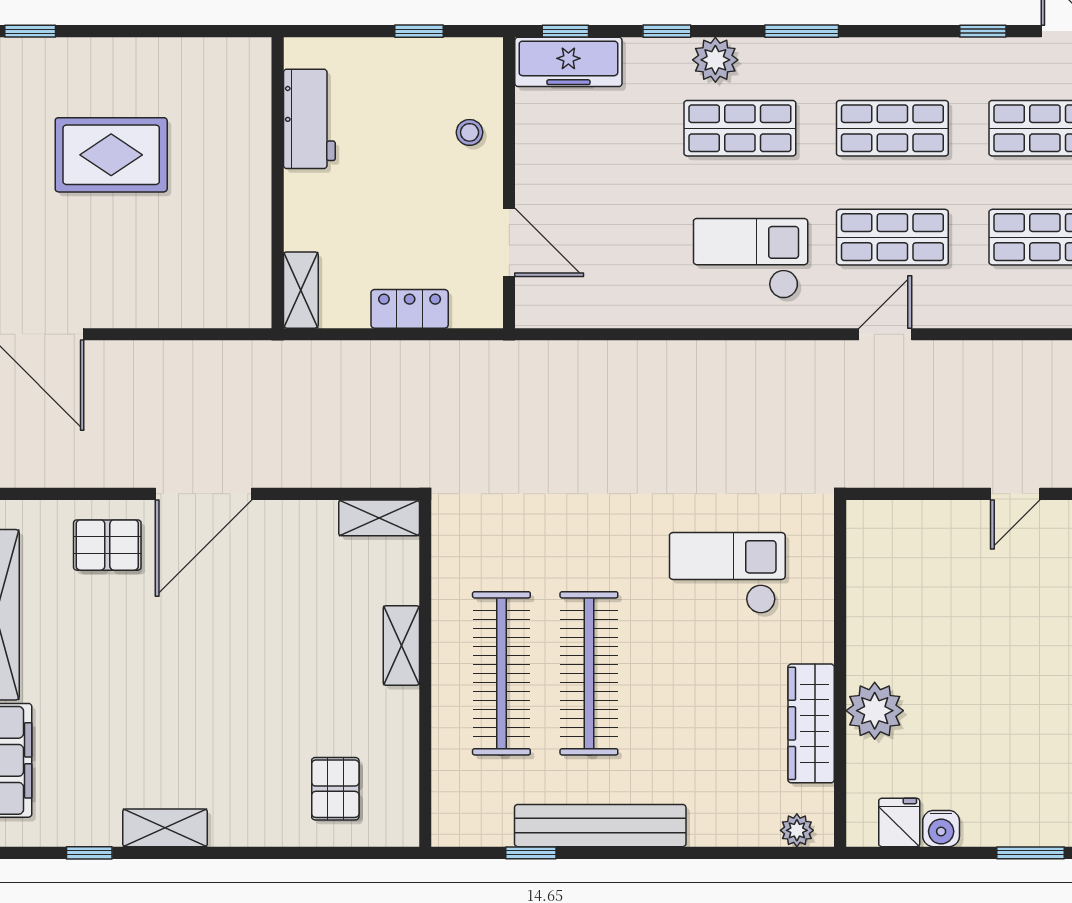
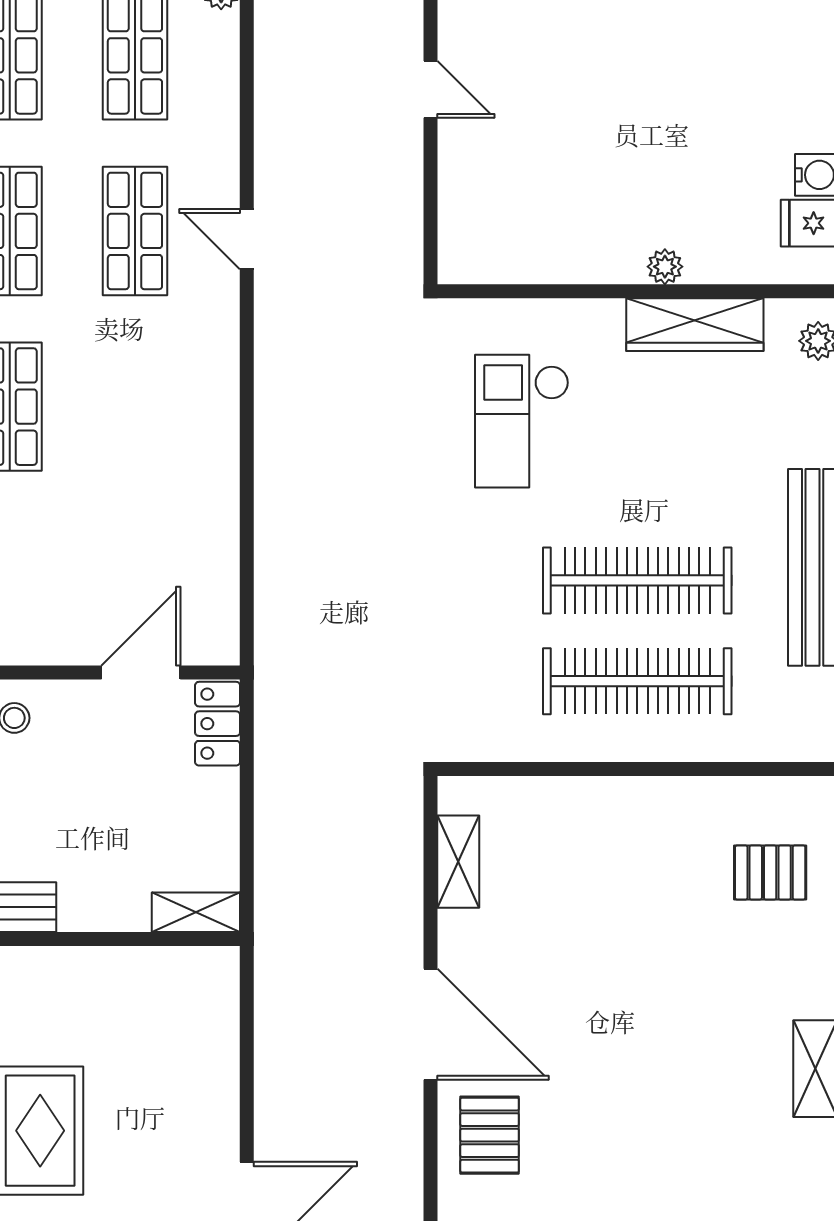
checkout: (751, 258) -> (159, 394), removed
locker: (410, 309) -> (218, 724), moved
shelving: (379, 518) -> (458, 862), moved
shelving: (401, 645) -> (605, 797), removed
plant: (875, 711) -> (665, 267), width x0.53, depth x0.53

